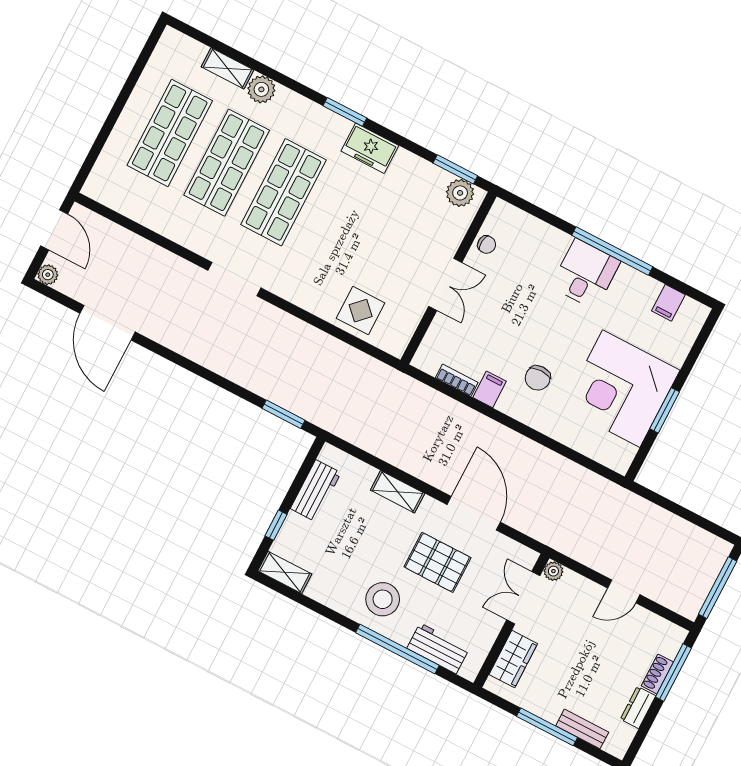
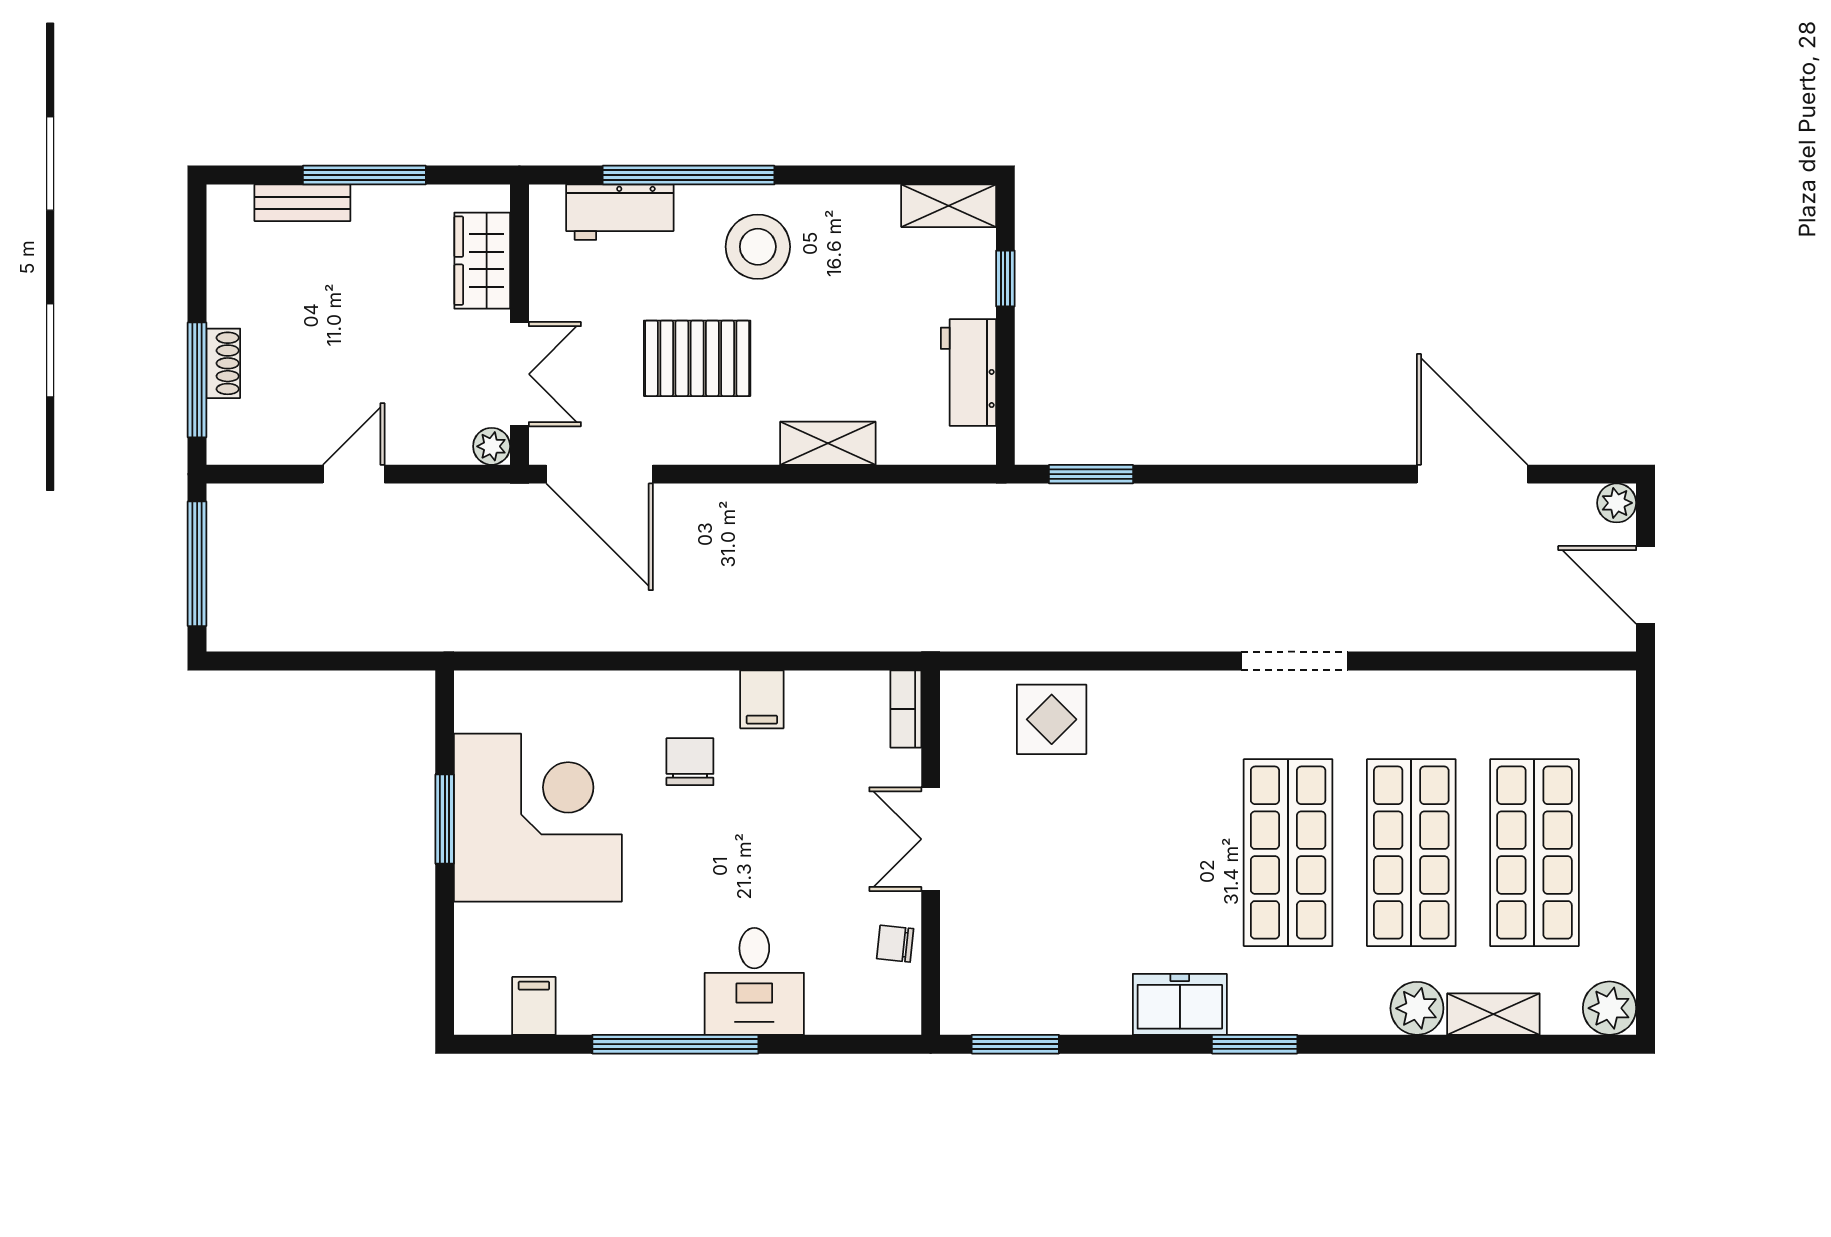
plant: (460, 193) -> (1609, 1008), moved
desk: (585, 274) -> (754, 981), moved
bookcase: (457, 380) -> (906, 709), moved, turned 90
door: (474, 513) -> (600, 474), moved
dresser: (638, 707) -> (226, 289), removed

